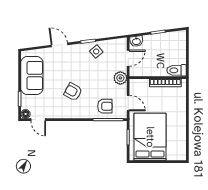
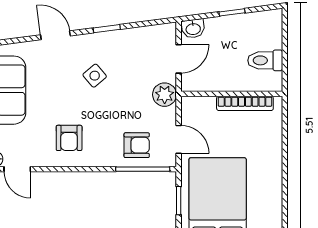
side table: (96, 51) -> (95, 76), moved
toilet: (177, 70) -> (265, 60), moved
armchair: (73, 92) -> (69, 138), moved, turned -118

